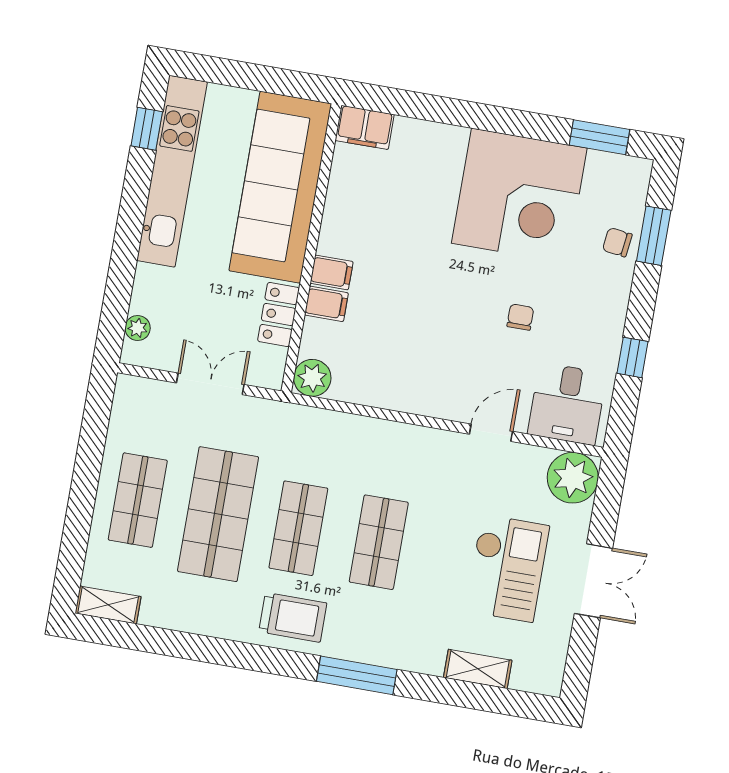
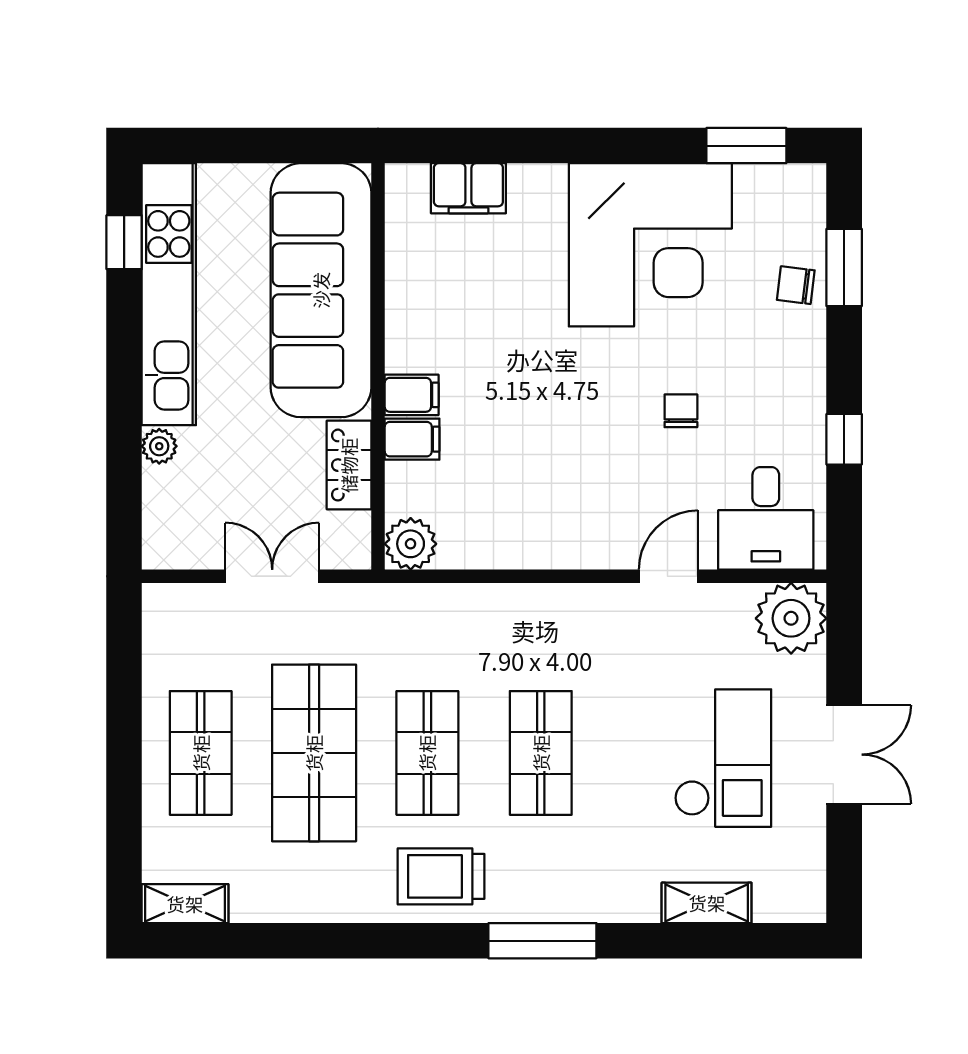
filing cabinet: (365, 127) -> (468, 188), moved
plant: (138, 328) -> (159, 446), moved
trolley: (293, 617) -> (441, 876), turned 180

